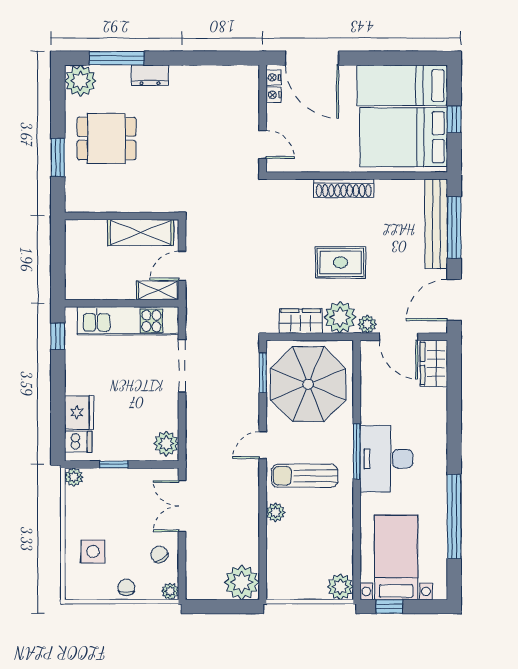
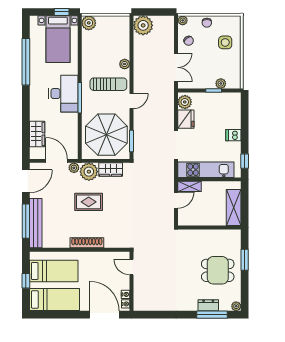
dresser: (150, 75) -> (208, 305), moved
plant: (80, 81) -> (236, 306), width x0.53, depth x0.53
bed: (404, 137) -> (54, 271), width x0.67
shelving: (141, 232) -> (234, 208), moved, turned 90
wardrobe: (434, 363) -> (37, 134), moved
fridge: (79, 412) -> (186, 119), moved, turned 180
dishwasher: (78, 442) -> (233, 135), moved
plant: (74, 477) -> (221, 83), moved

